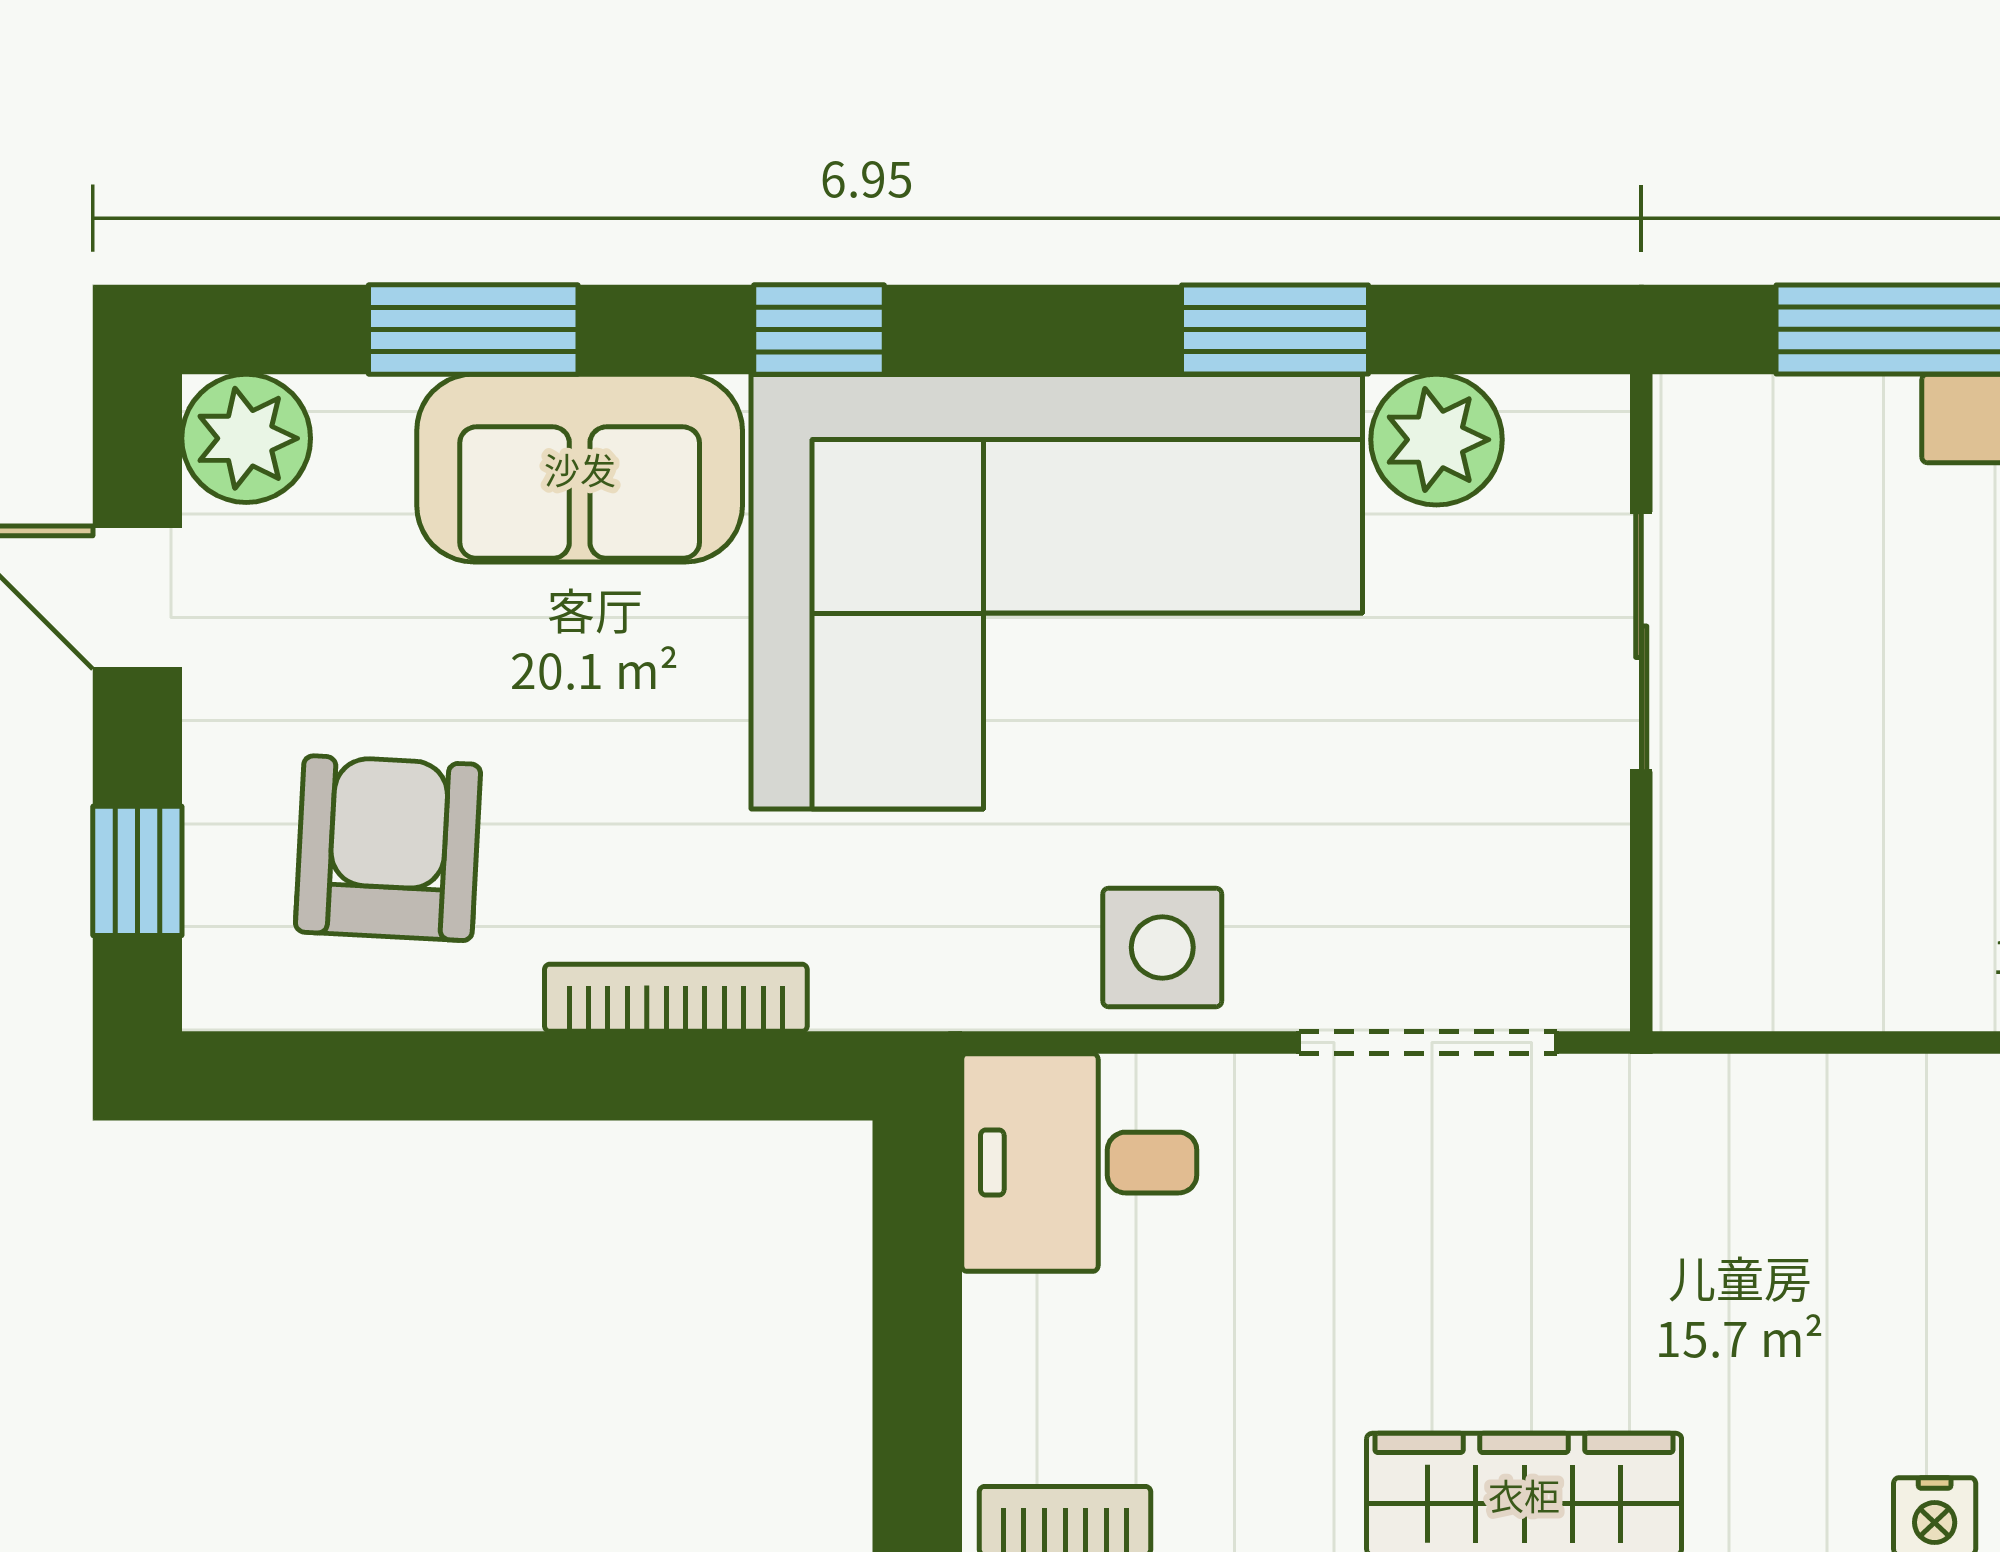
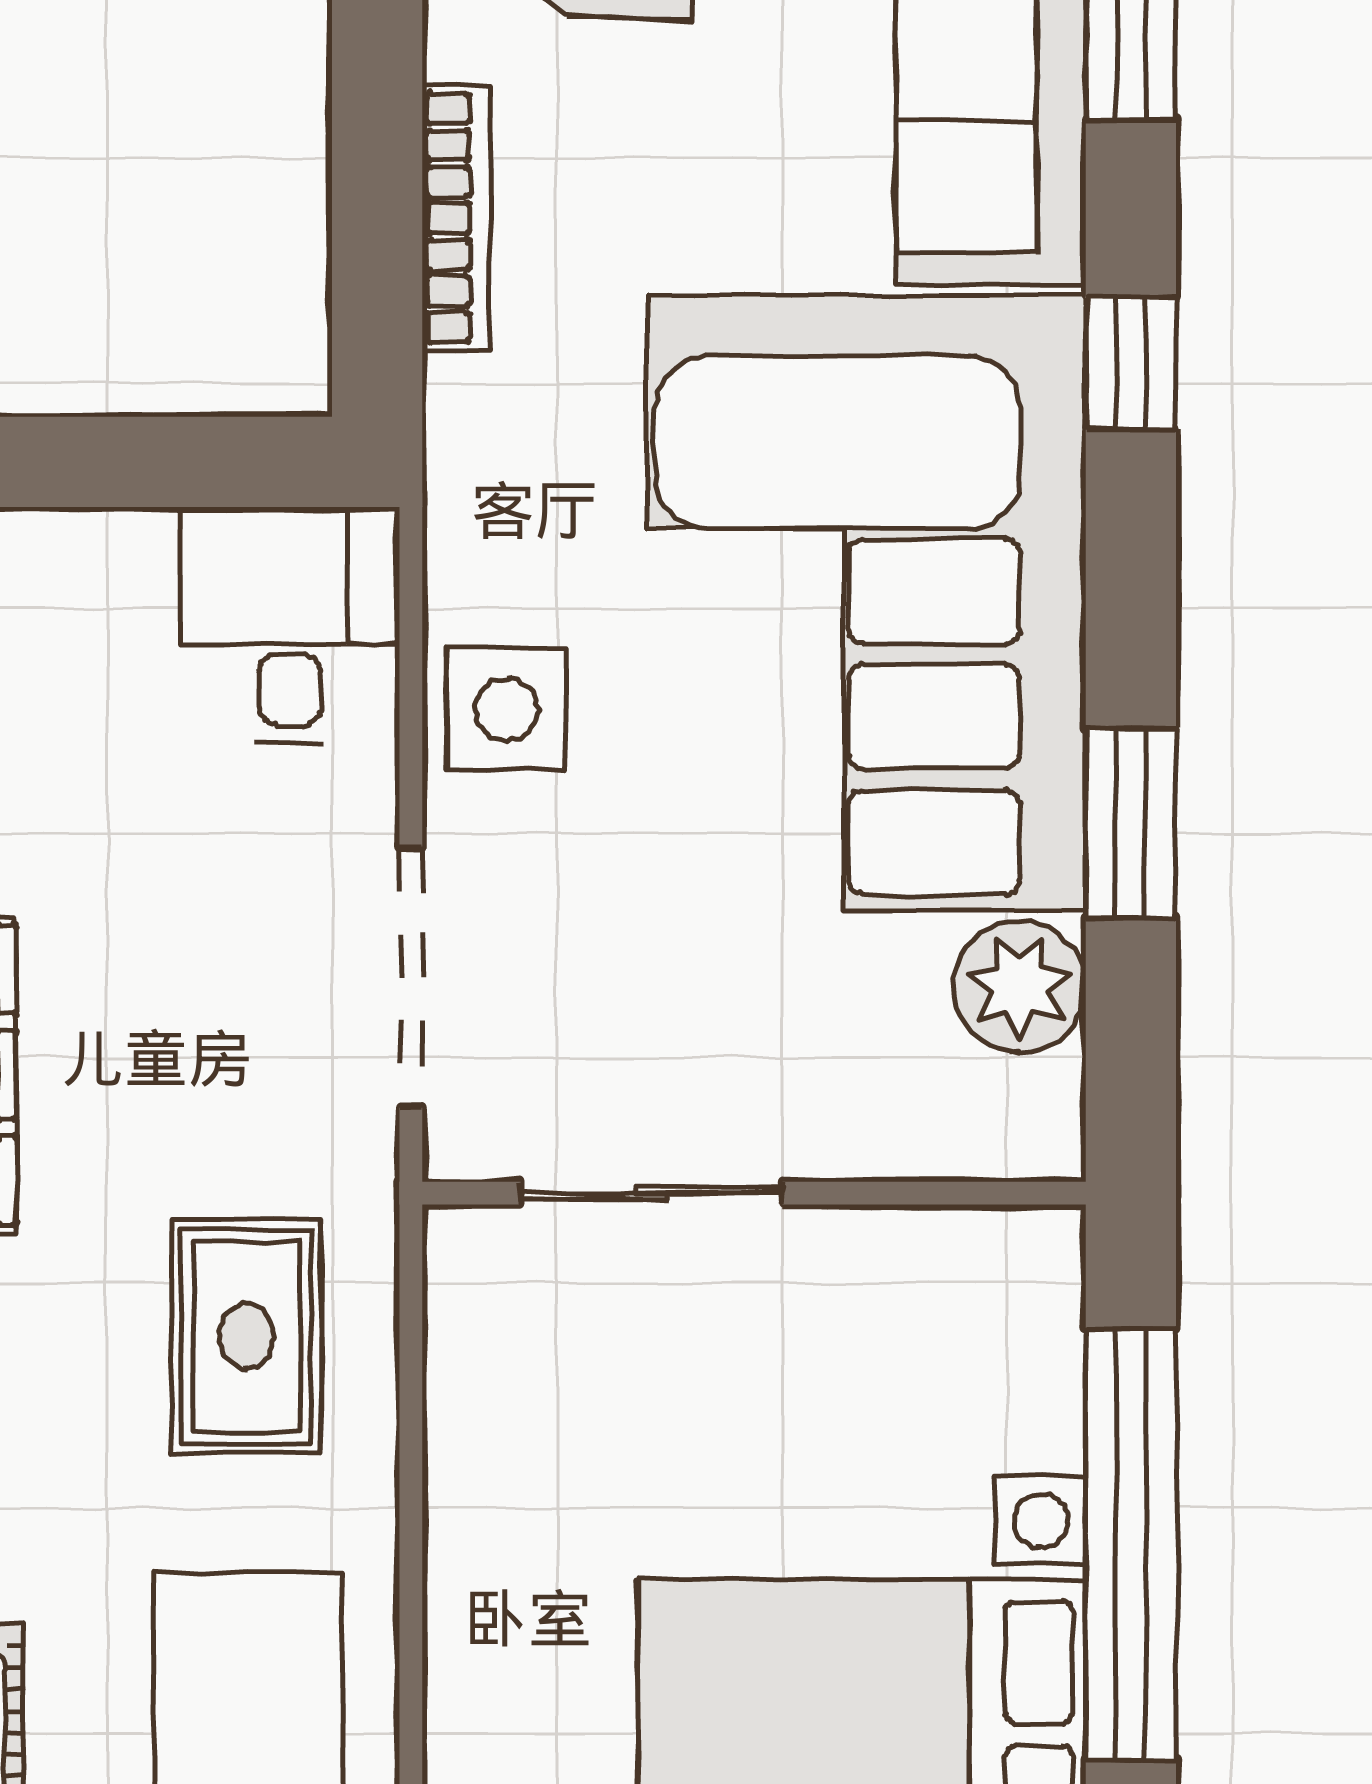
sliding door: (1641, 642) -> (652, 1193), moved
rug: (1783, 1205) -> (247, 1336), added

